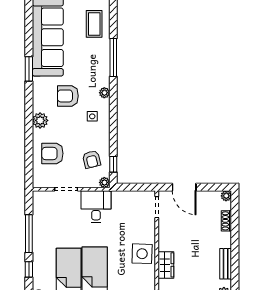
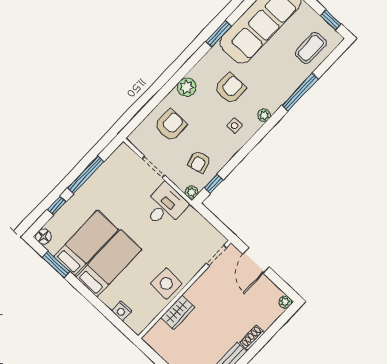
armchair: (68, 96) -> (230, 88), turned 90
armchair: (52, 153) -> (170, 125), turned 90
shoe rack: (226, 221) -> (252, 337), moved

